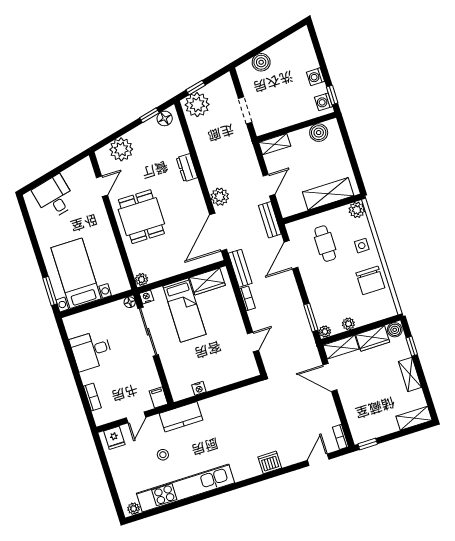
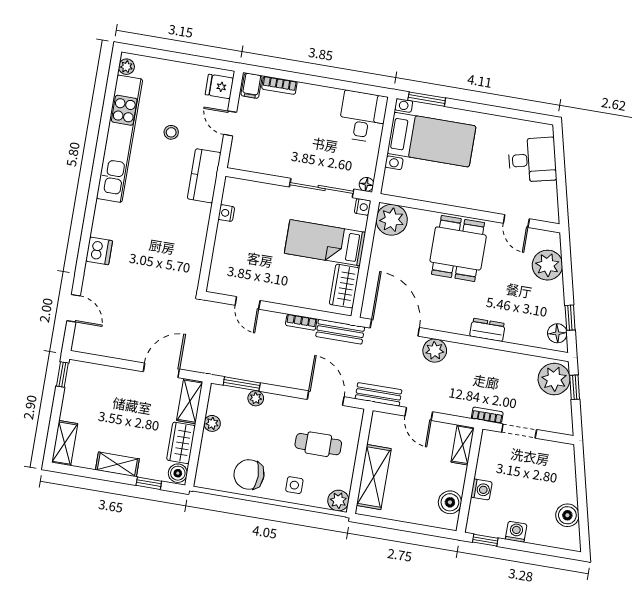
boiler: (261, 62) -> (567, 515), moved
washing machine: (323, 102) -> (481, 489), moved, turned 90
dining table: (141, 217) -> (458, 248), turned 90
plant: (141, 279) -> (392, 220), width x1.87, depth x1.87
plant: (325, 332) -> (256, 398), moved
desk: (91, 350) -> (363, 117), moved
filing cabinet: (158, 397) -> (252, 86), moved, turned 90
bookcase: (341, 437) -> (487, 415), moved

